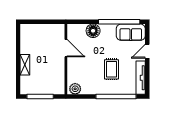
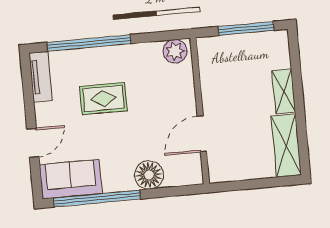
shelving: (26, 39) -> (286, 146), added
door: (66, 48) -> (202, 134), hinge flipped
rug: (112, 69) -> (103, 99), turned 90
tv unit: (141, 78) -> (41, 77), width x0.71

